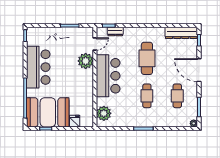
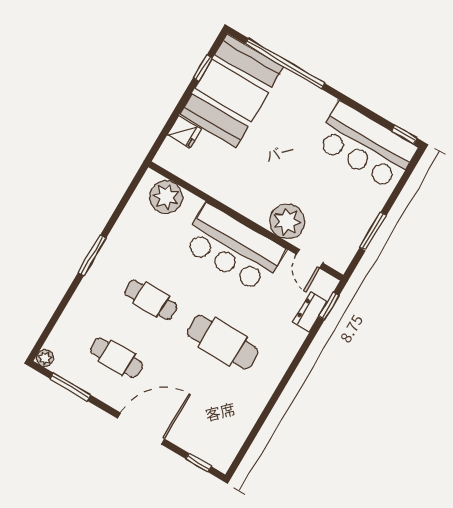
dresser: (181, 33) -> (233, 437), removed
bar counter: (38, 67) -> (366, 145), moved

